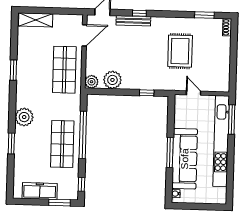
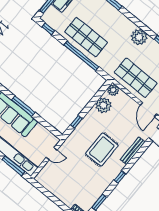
window: (139, 13) -> (120, 177), moved
rug: (180, 51) -> (102, 150), moved, turned 90
plant: (24, 117) -> (139, 37), moved

